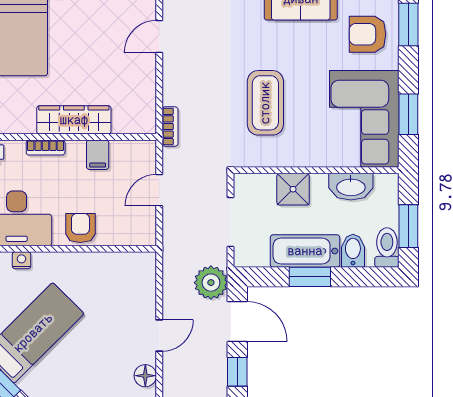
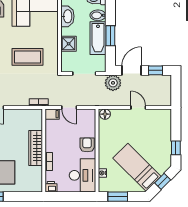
filing cabinet: (98, 155) -> (52, 114), moved
armchair: (80, 228) -> (87, 145), turned 90
floor lamp: (145, 376) -> (105, 114), moved

